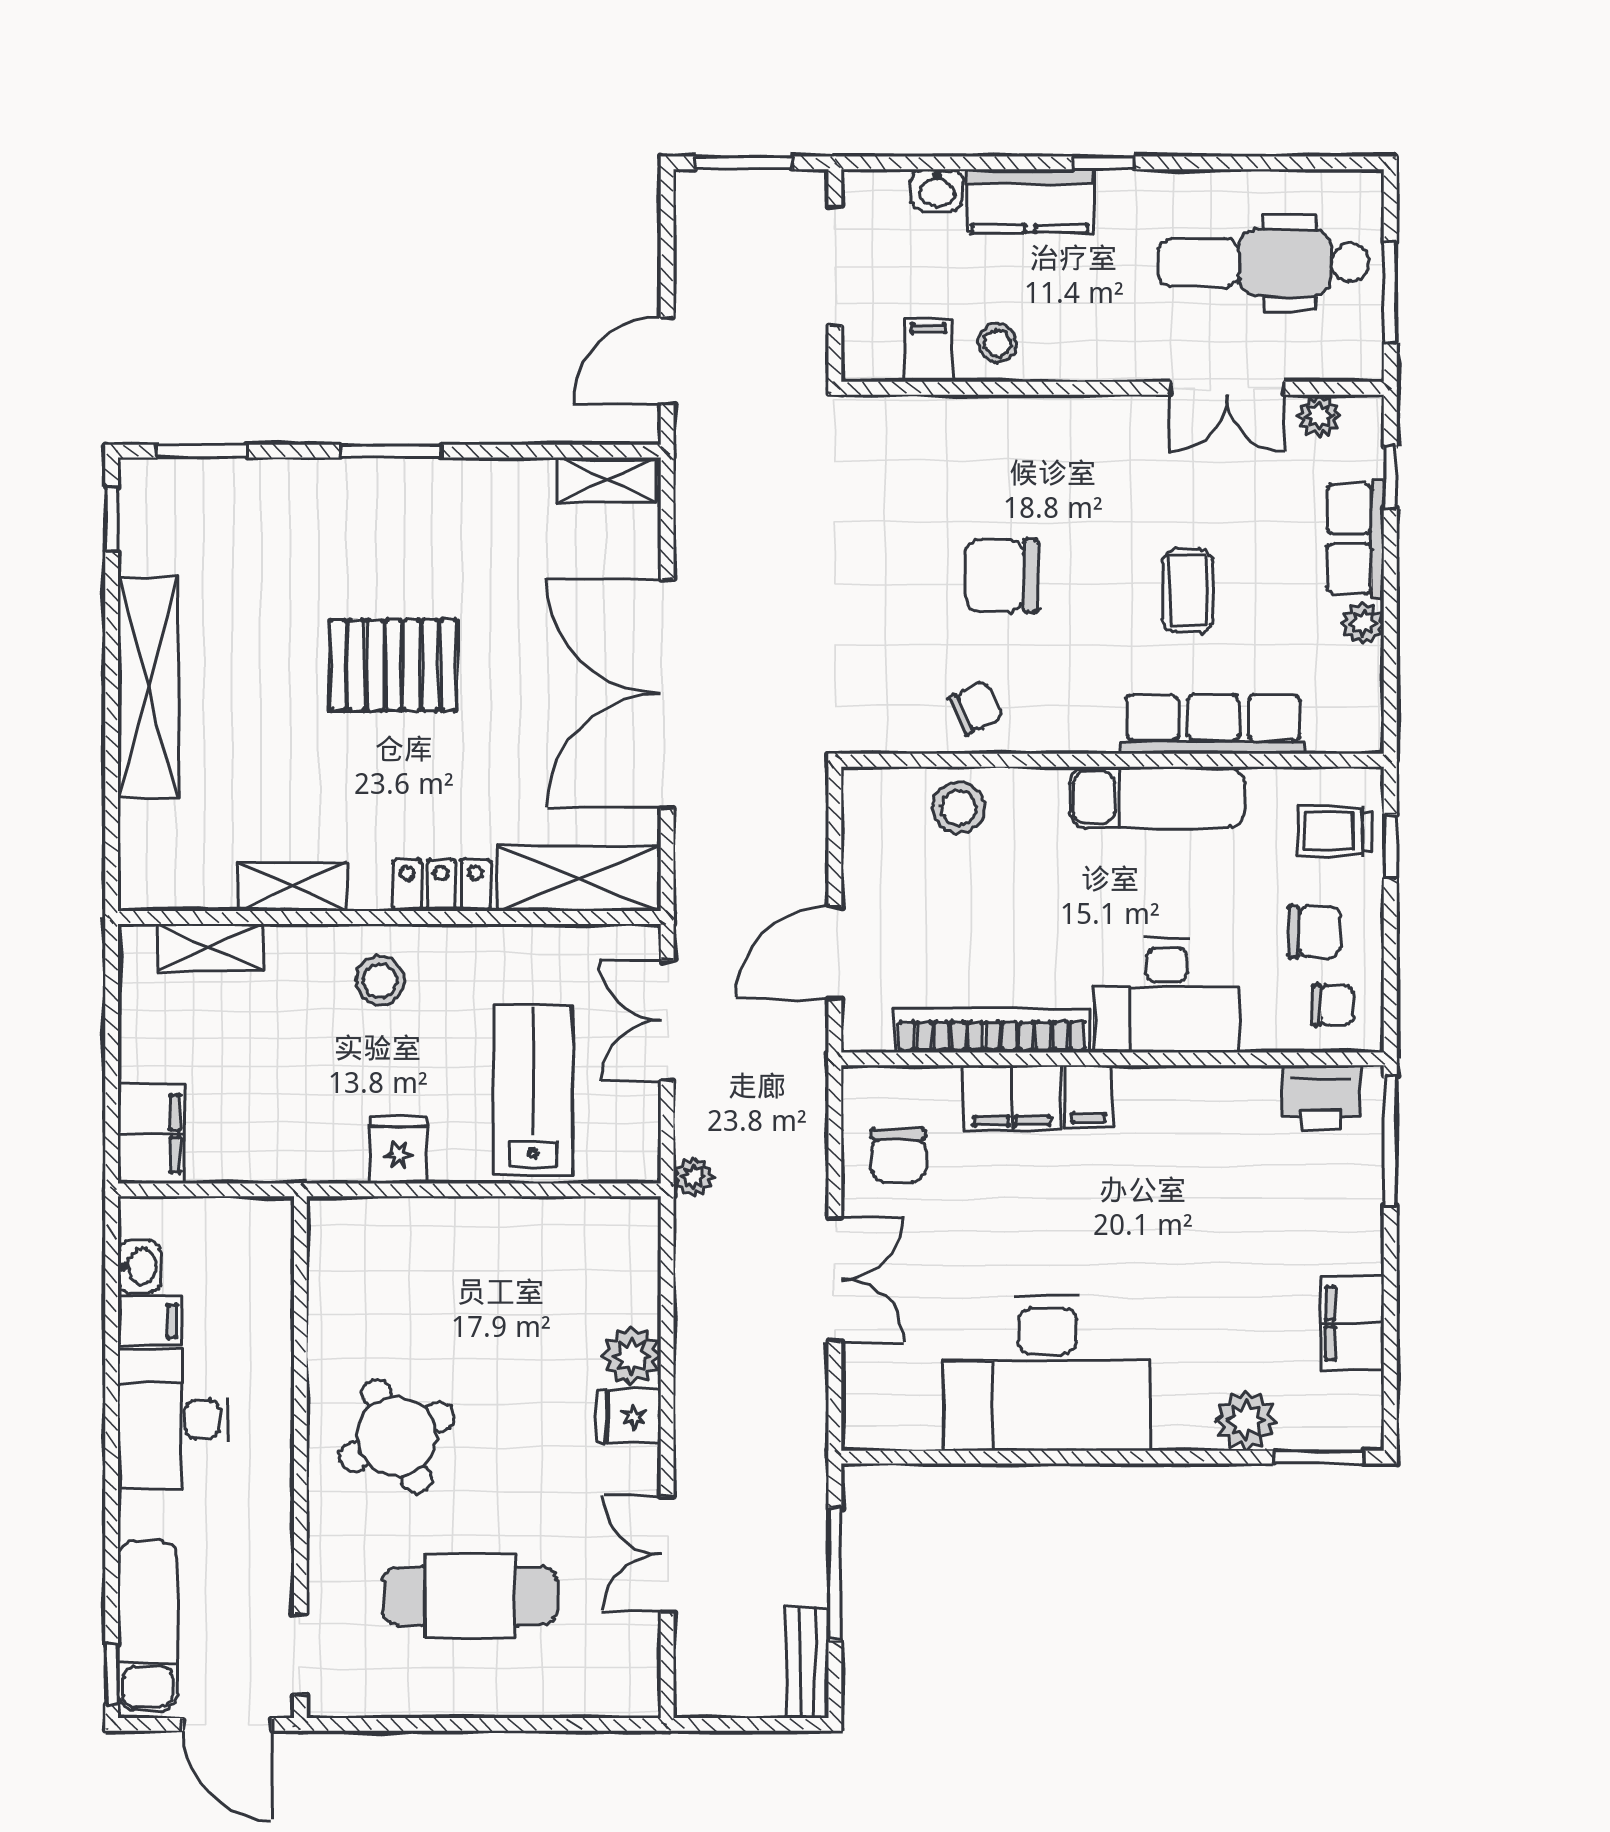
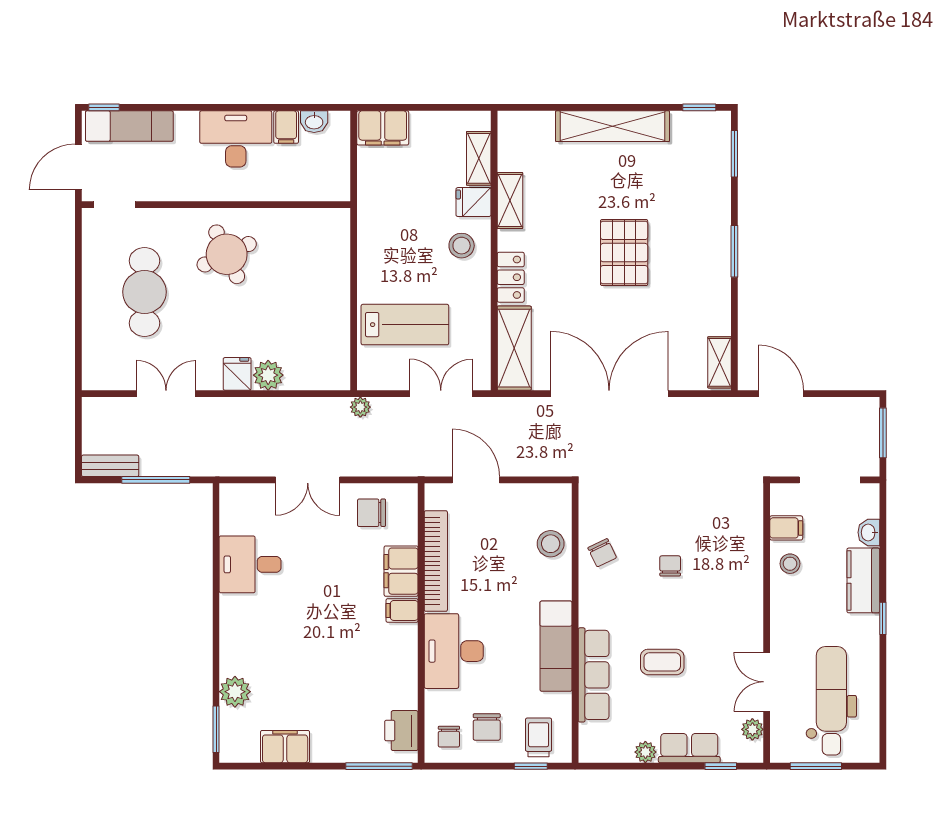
chair: (1002, 576) -> (670, 566), width x0.54, depth x0.54
fridge: (399, 1150) -> (473, 202), moved, turned 180
desk: (1047, 1373) -> (250, 564), width x0.53, depth x0.77

